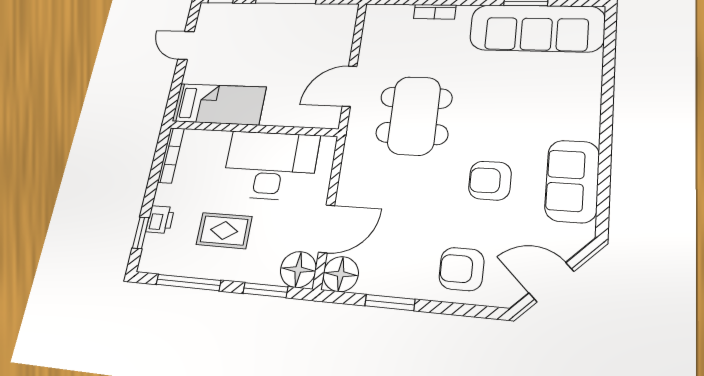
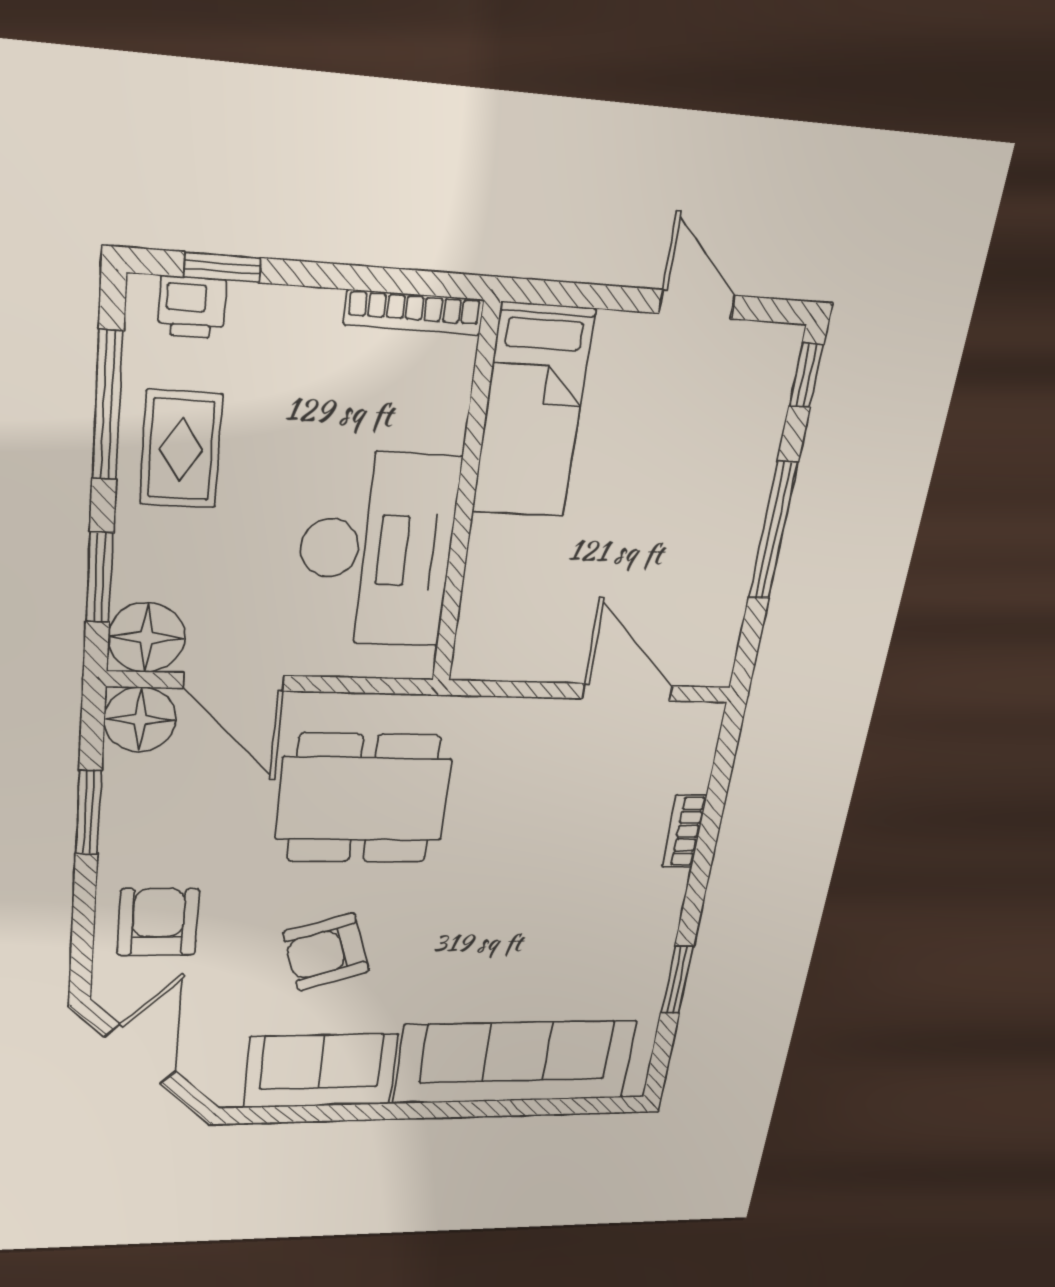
sofa: (537, 28) -> (515, 1062), moved, turned 90
door: (186, 45) -> (697, 304), hinge flipped
door: (349, 86) -> (627, 692), moved
dining table: (414, 115) -> (363, 799), moved
armchair: (490, 181) -> (326, 952), turned -108
printer: (160, 219) -> (192, 307), moved
rug: (224, 231) -> (181, 449), moved

